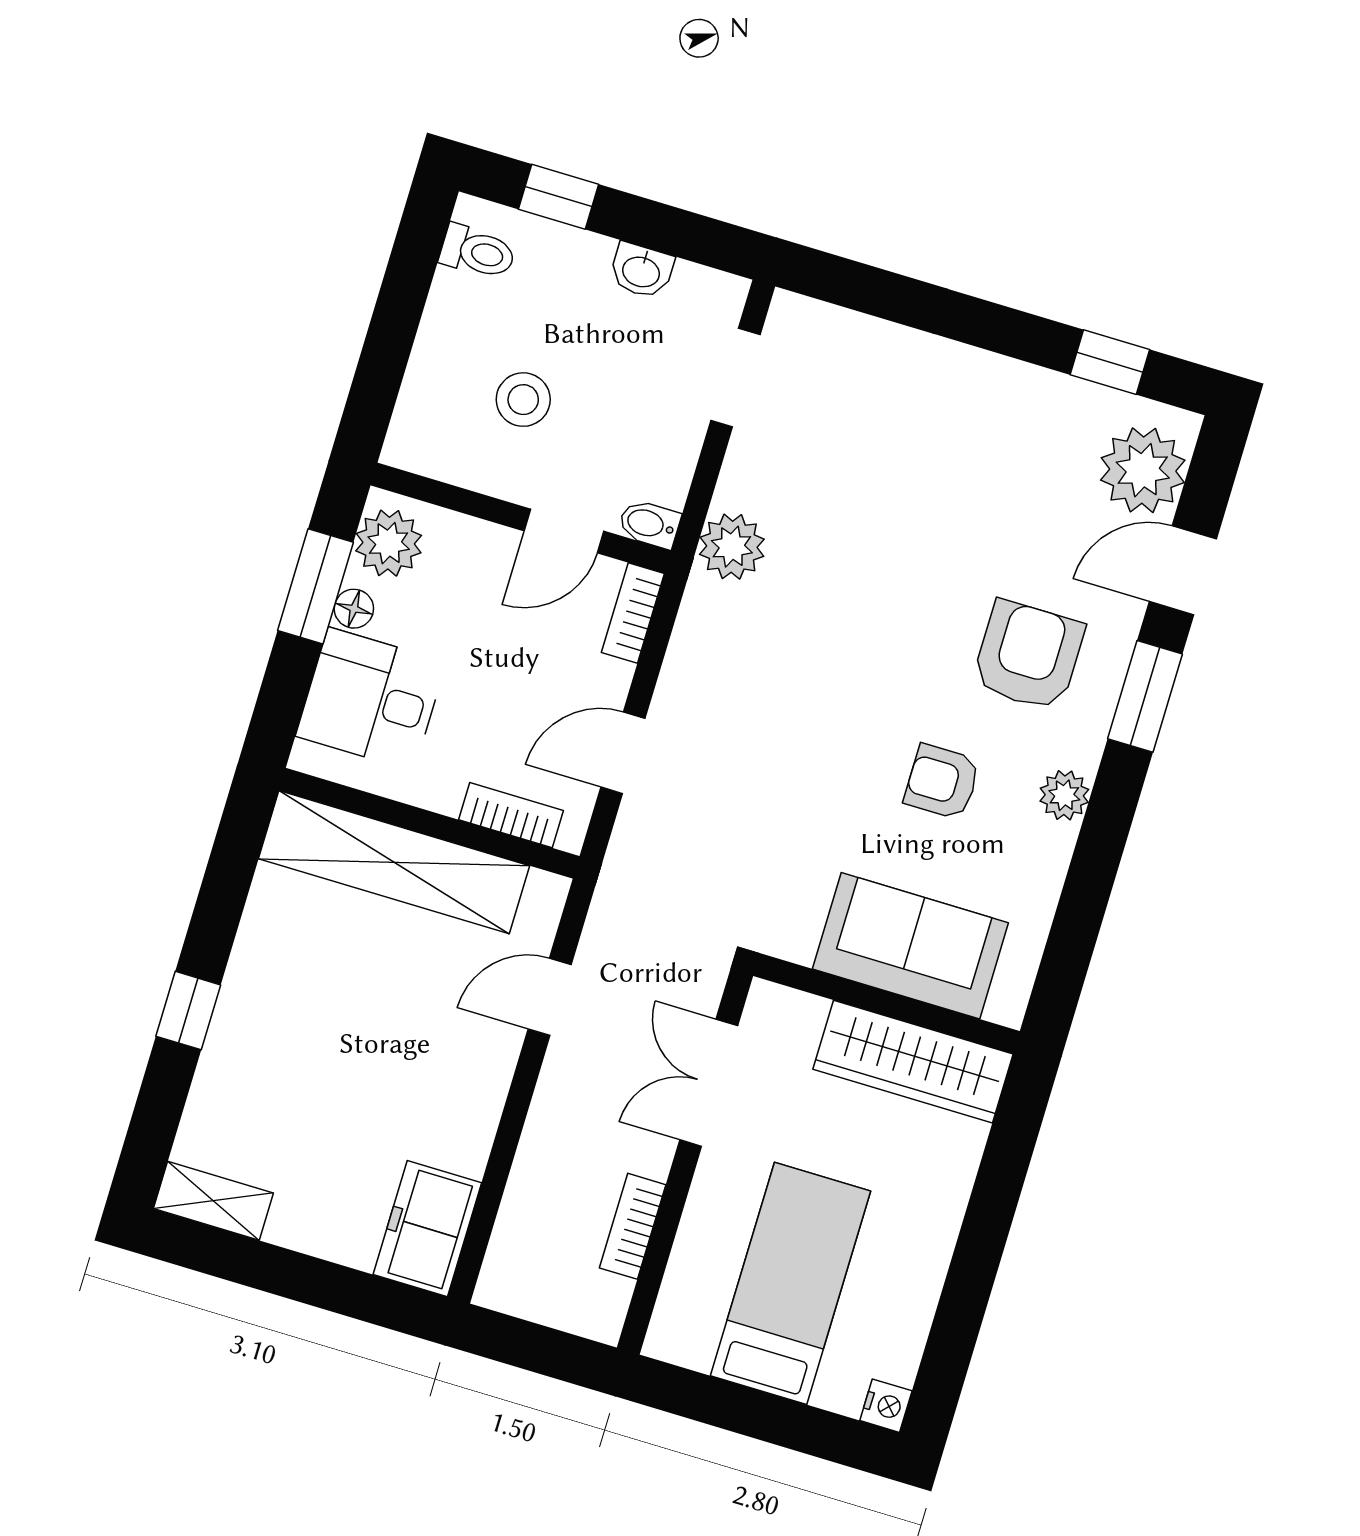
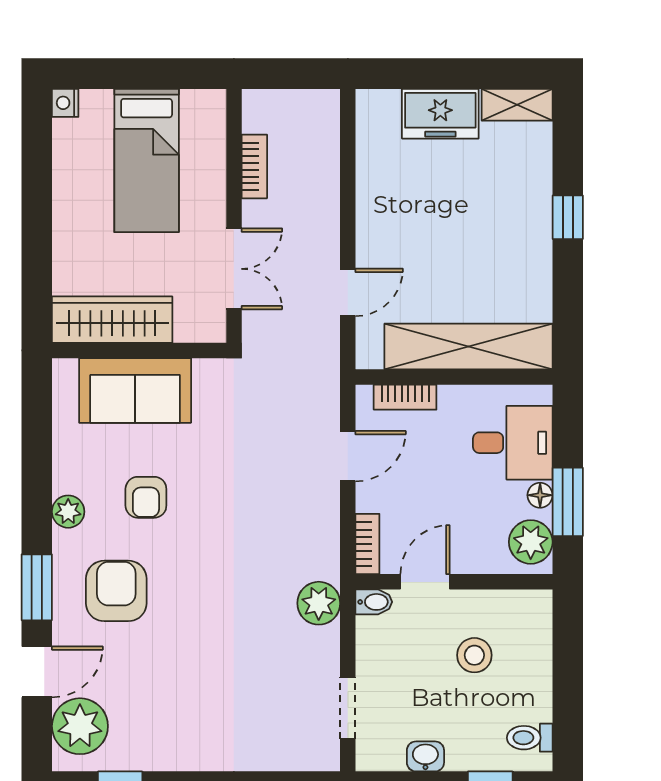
armchair: (1028, 655) -> (116, 591), turned 180
armchair: (942, 782) -> (146, 497), turned 90
freezer: (427, 1229) -> (440, 114), moved, turned 90

